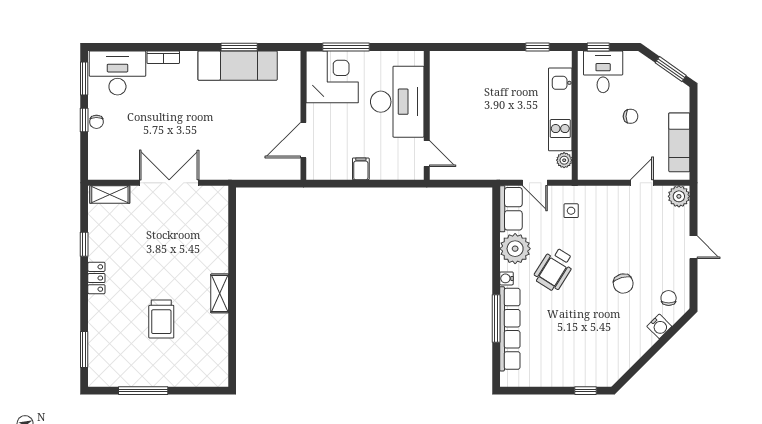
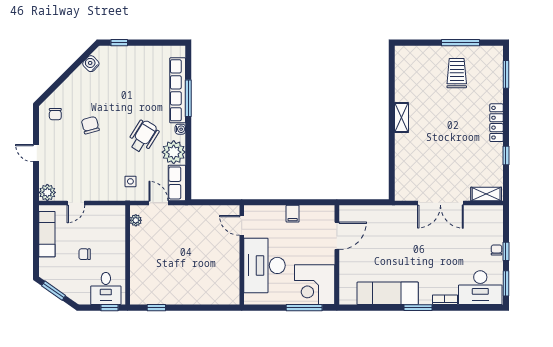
window: (239, 47) -> (418, 308), moved
kitchen unit: (560, 109) -> (139, 260), removed
locker: (96, 278) -> (497, 123), width x1.53
trolley: (161, 319) -> (457, 73), moved
water cooler: (659, 326) -> (91, 64), moved

